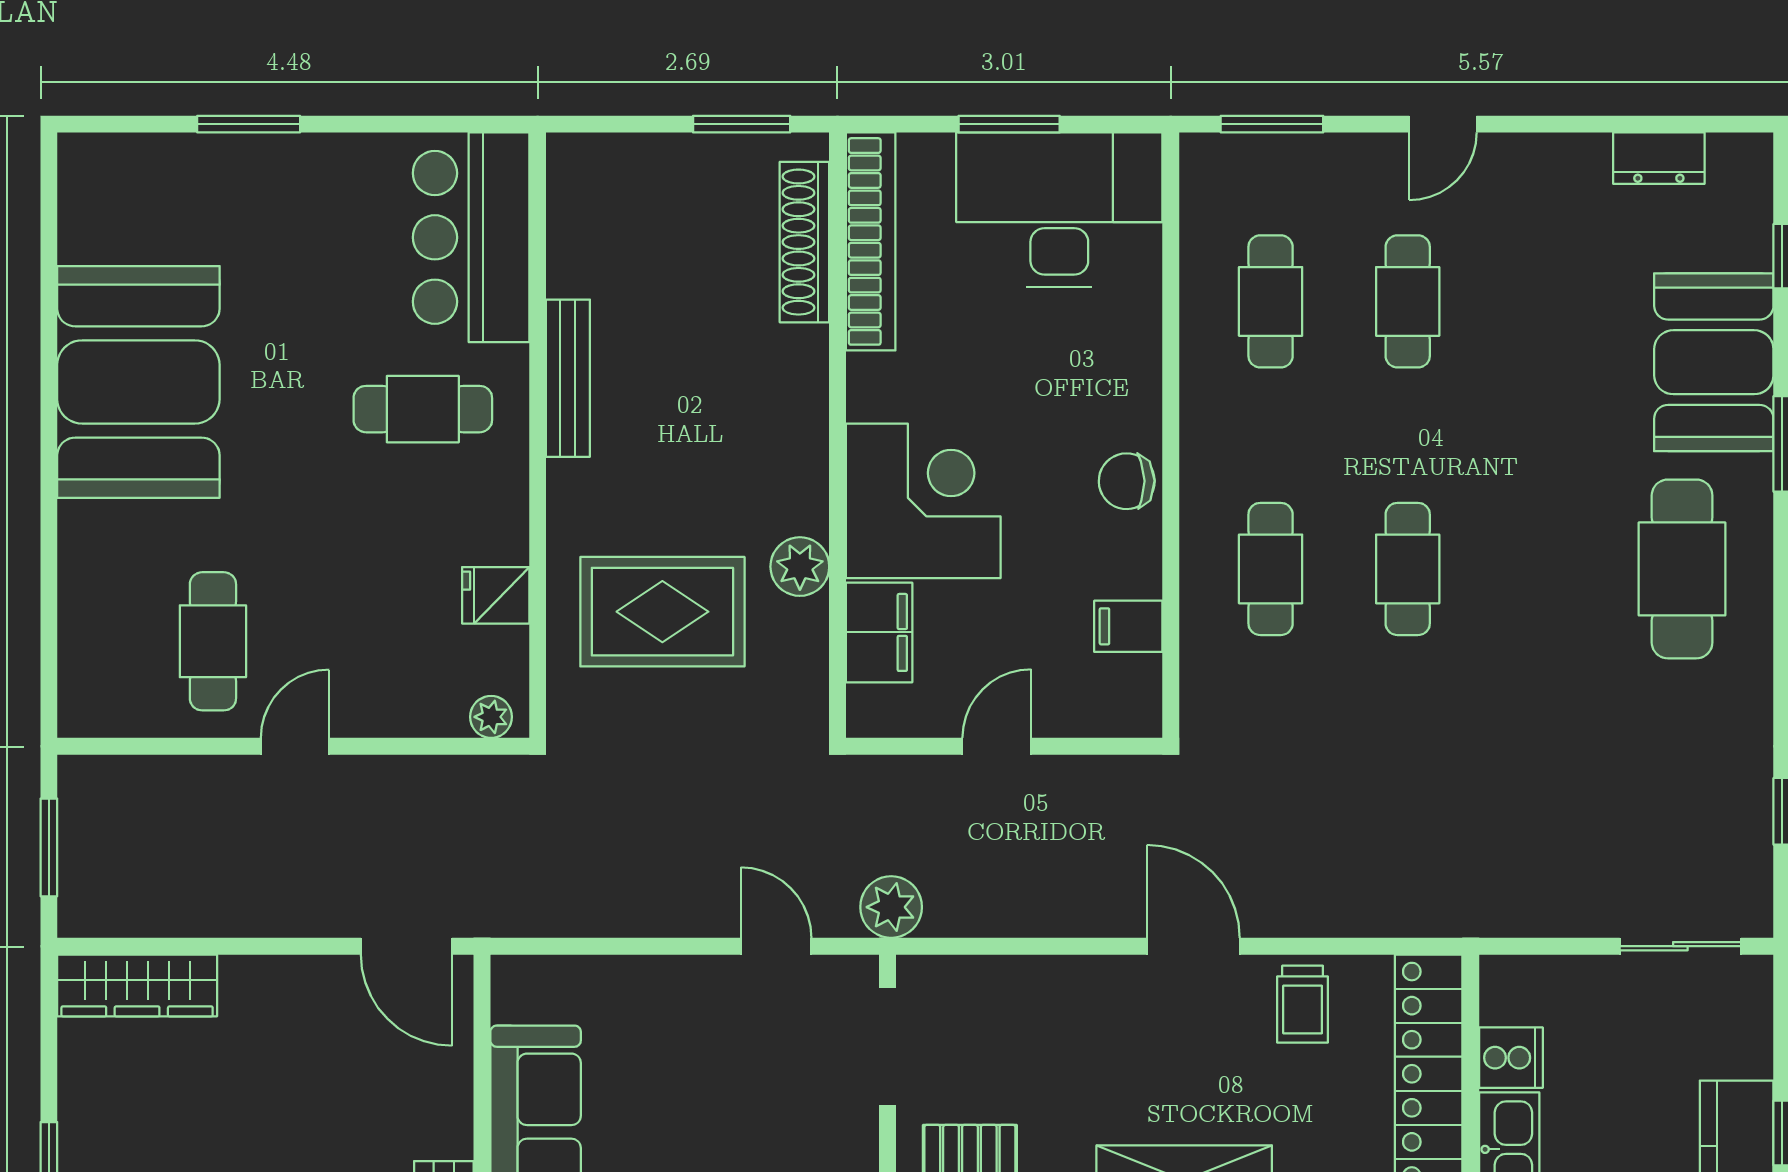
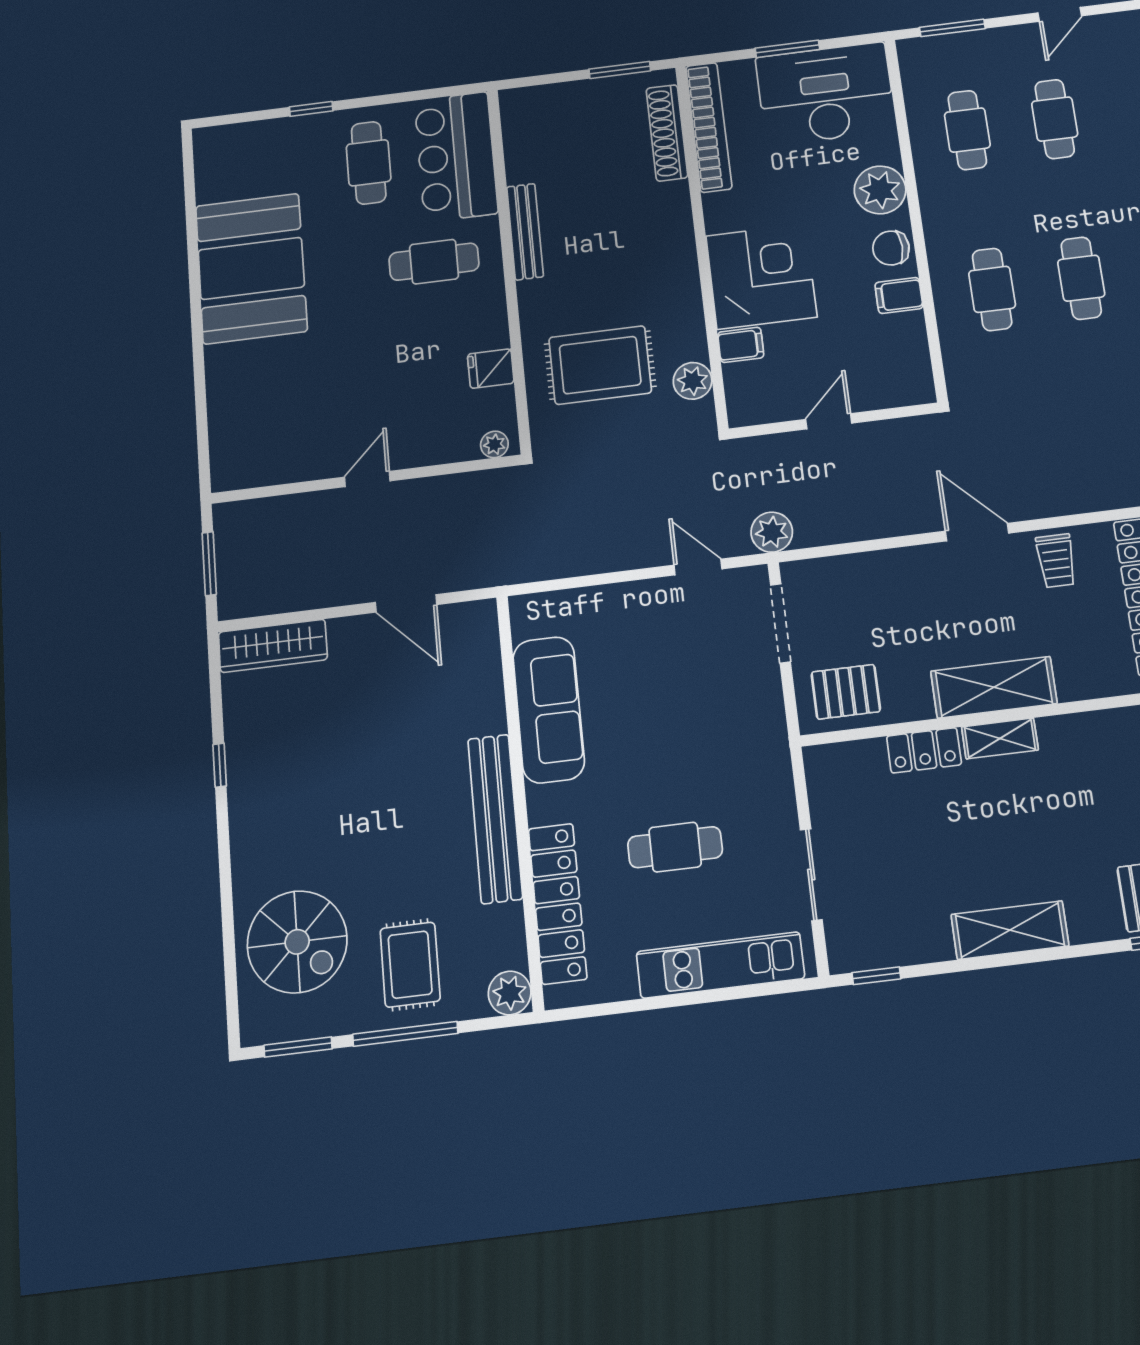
window: (249, 124) -> (311, 109), width x0.67
plant: (1123, 383) -> (880, 190), added
plant: (800, 567) -> (693, 381), moved
filing cabinet: (1128, 626) -> (899, 295), moved
filing cabinet: (879, 632) -> (741, 345), width x0.50
cafe table: (213, 641) -> (369, 163), moved
door: (406, 946) -> (406, 603), moved

